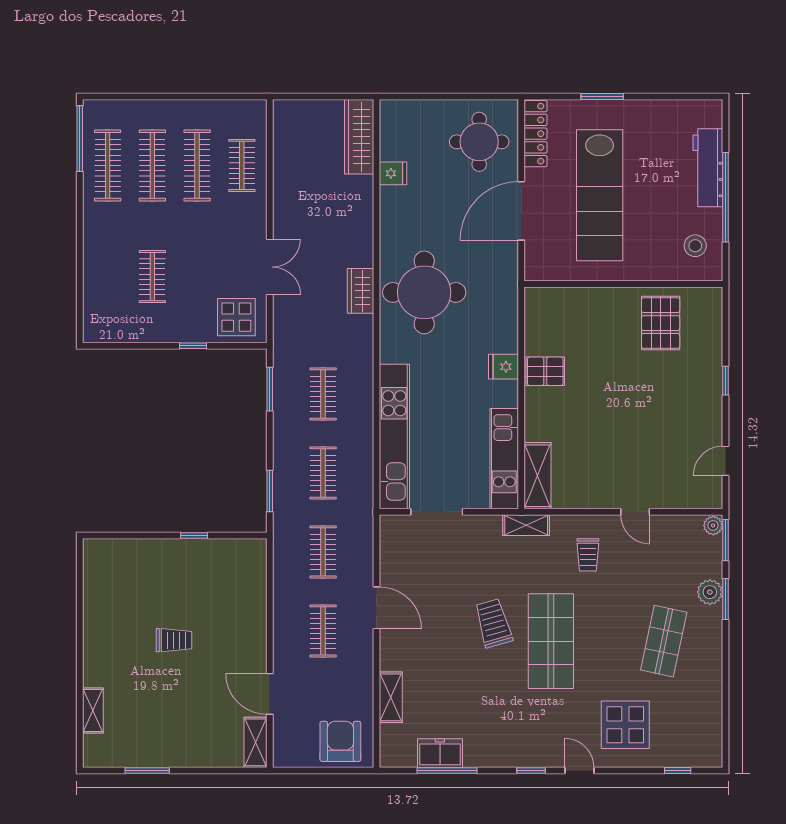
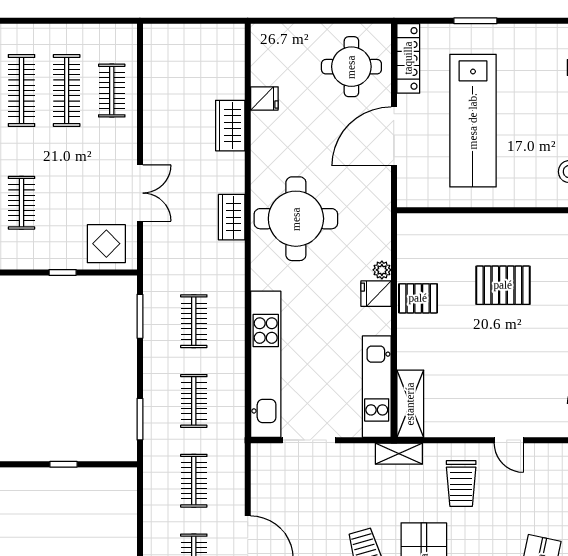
wardrobe: (359, 137) -> (230, 126), moved, width x0.67
pallet: (661, 323) -> (503, 285), moved, turned 90
plant: (509, 343) -> (382, 270), added
trolley: (588, 555) -> (461, 484), width x1.36, depth x1.39

